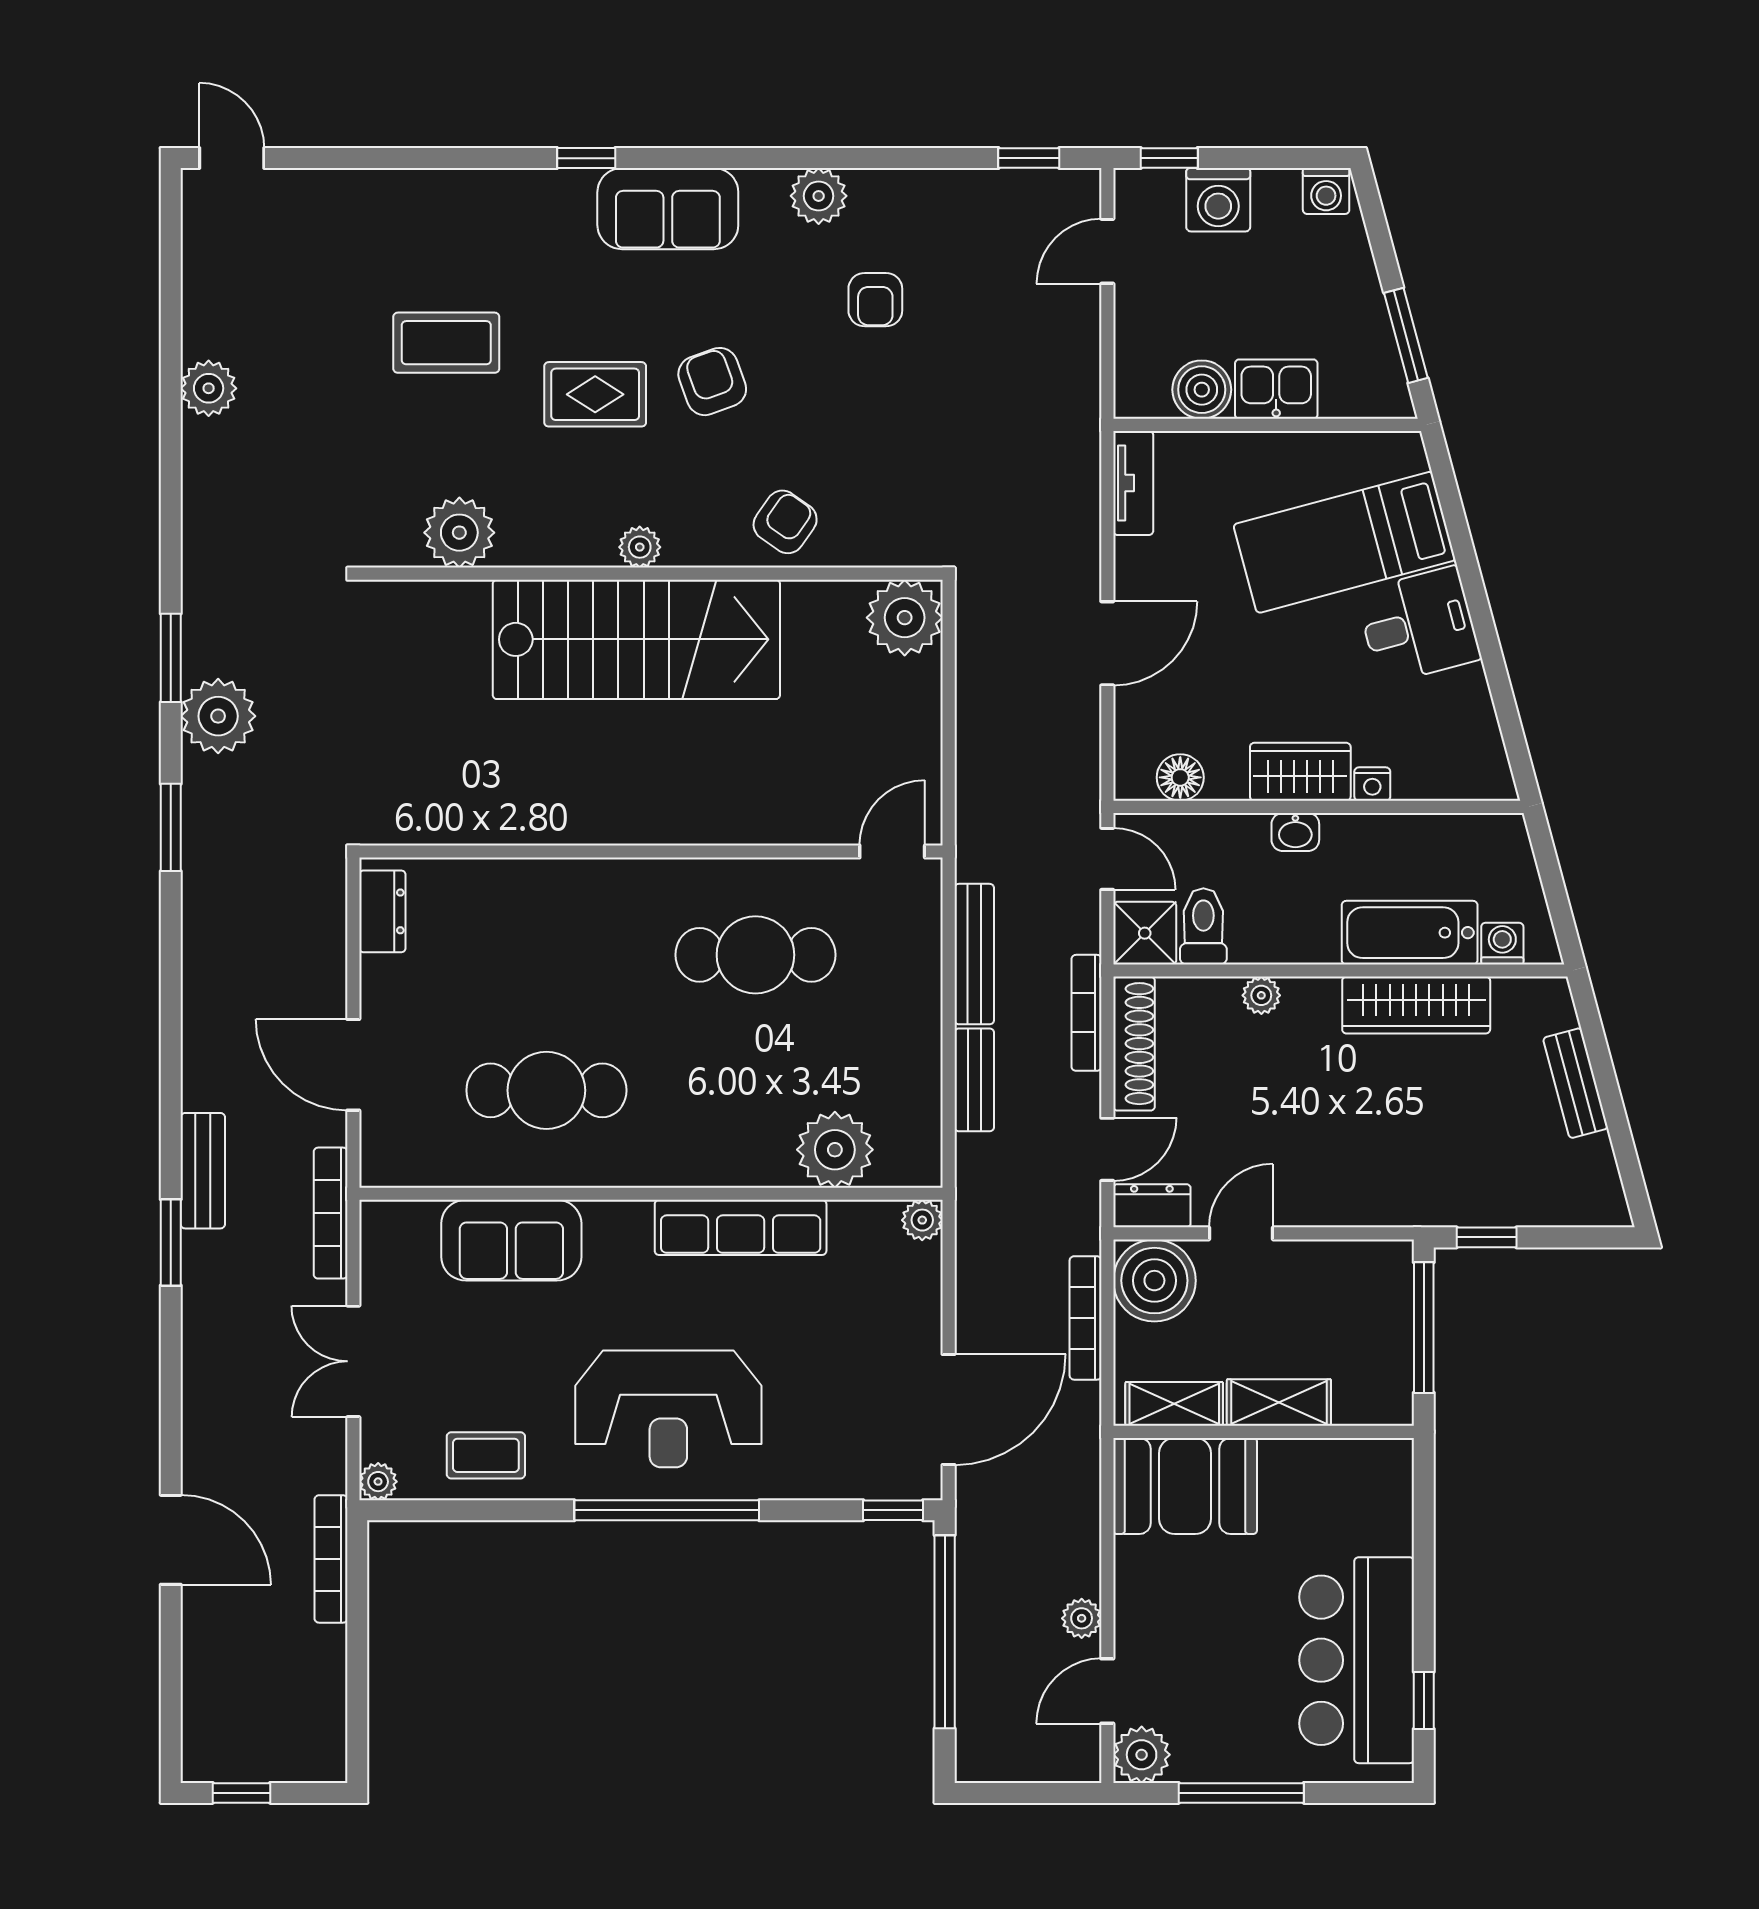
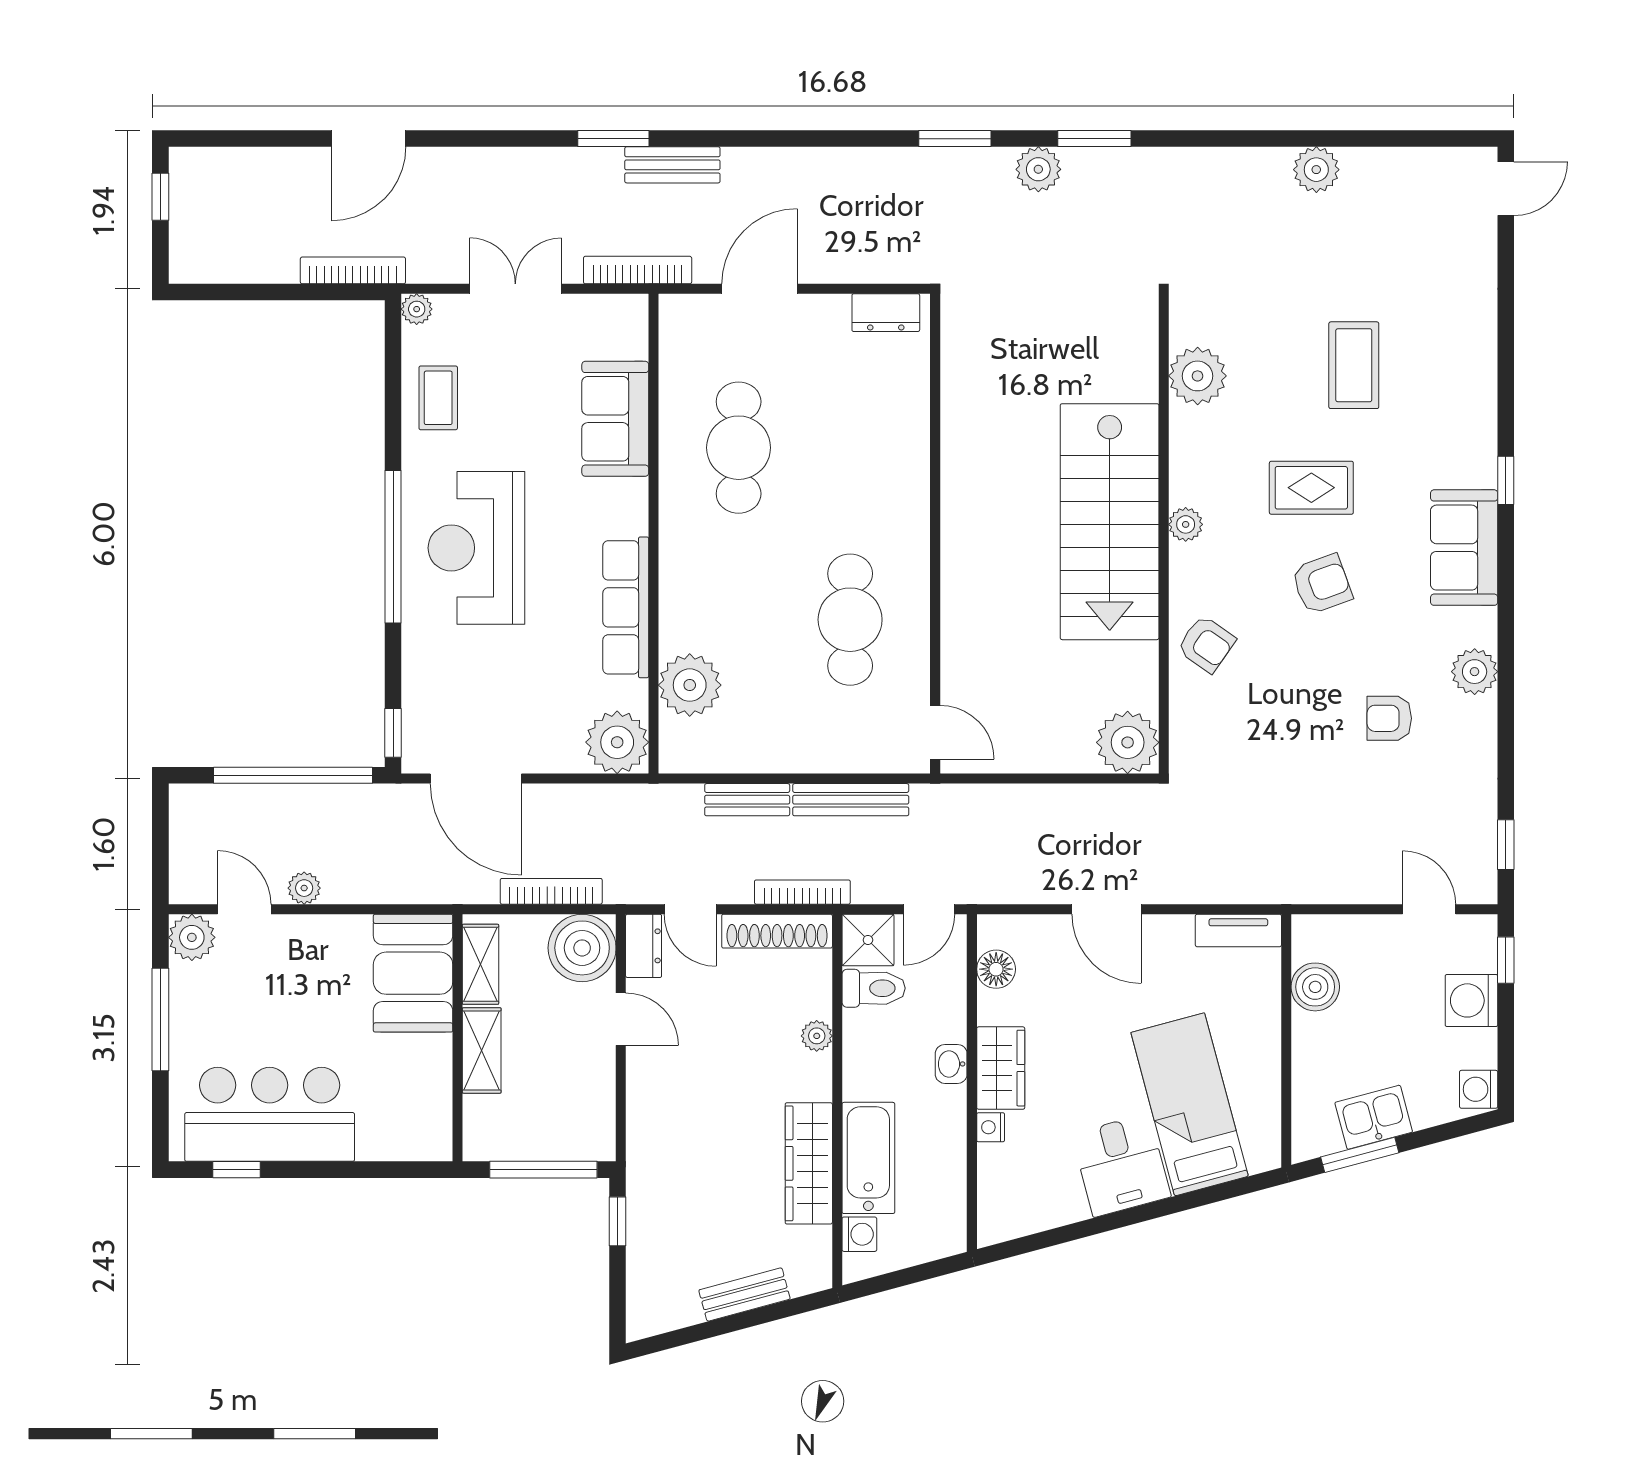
kitchen sink: (1276, 389) -> (1374, 1117), moved, turned -105
rug: (595, 394) -> (1311, 488), turned 90
plant: (218, 716) -> (1038, 169), width x0.73, depth x0.73
plant: (922, 1220) -> (617, 742), width x1.87, depth x1.87

